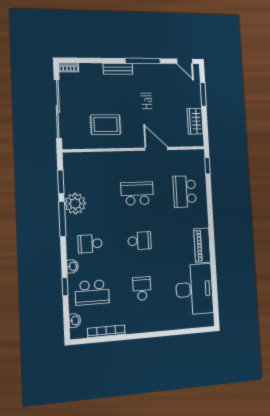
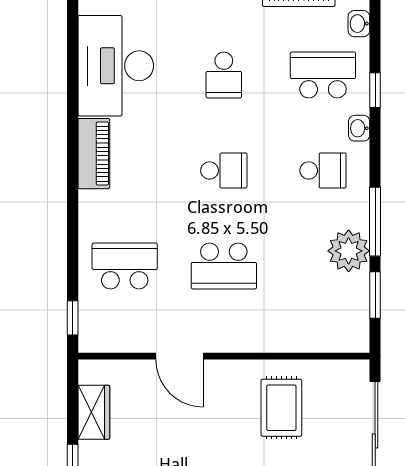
rug: (106, 125) -> (281, 408), turned 90
school desk: (185, 192) -> (125, 266), turned -90
school desk: (140, 241) -> (224, 170), turned 180

